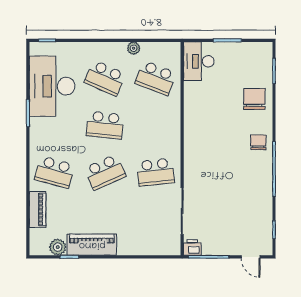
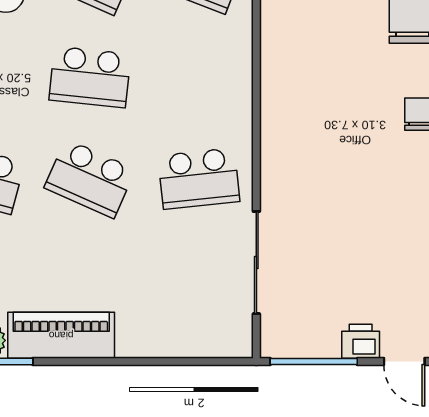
school desk: (105, 172) -> (90, 179), turned 48
printer: (192, 247) -> (361, 341), moved

